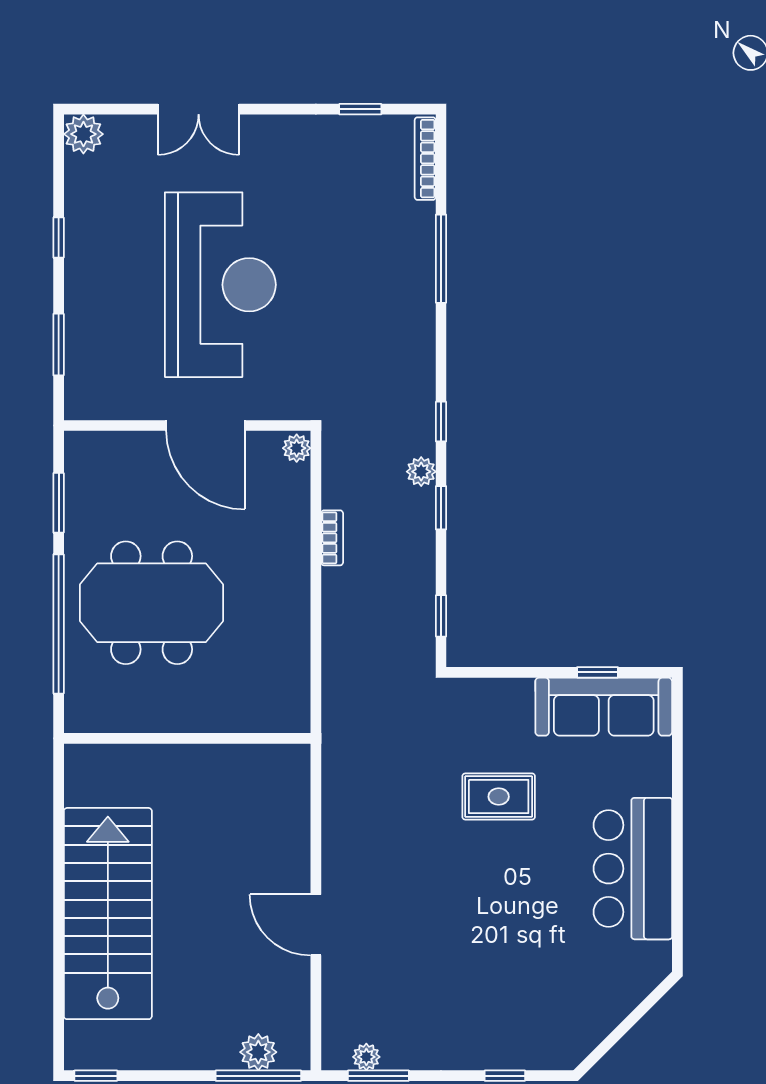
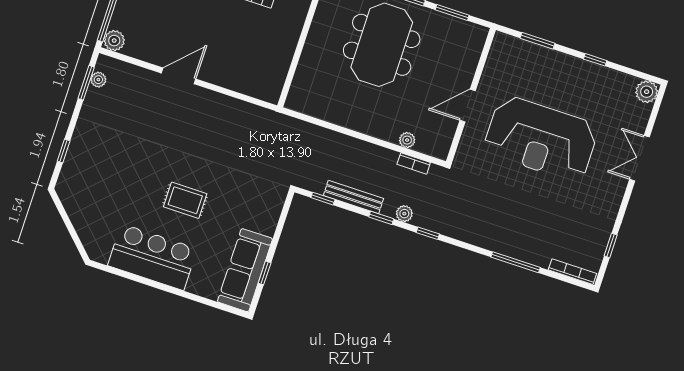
door: (206, 426) -> (468, 106), width x0.73
plant: (297, 448) -> (407, 140), moved
bookcase: (332, 538) -> (414, 163), moved
bench: (421, 566) -> (353, 197), added
rug: (499, 797) -> (185, 200), moved, turned 90
plant: (258, 1052) -> (114, 41), moved

